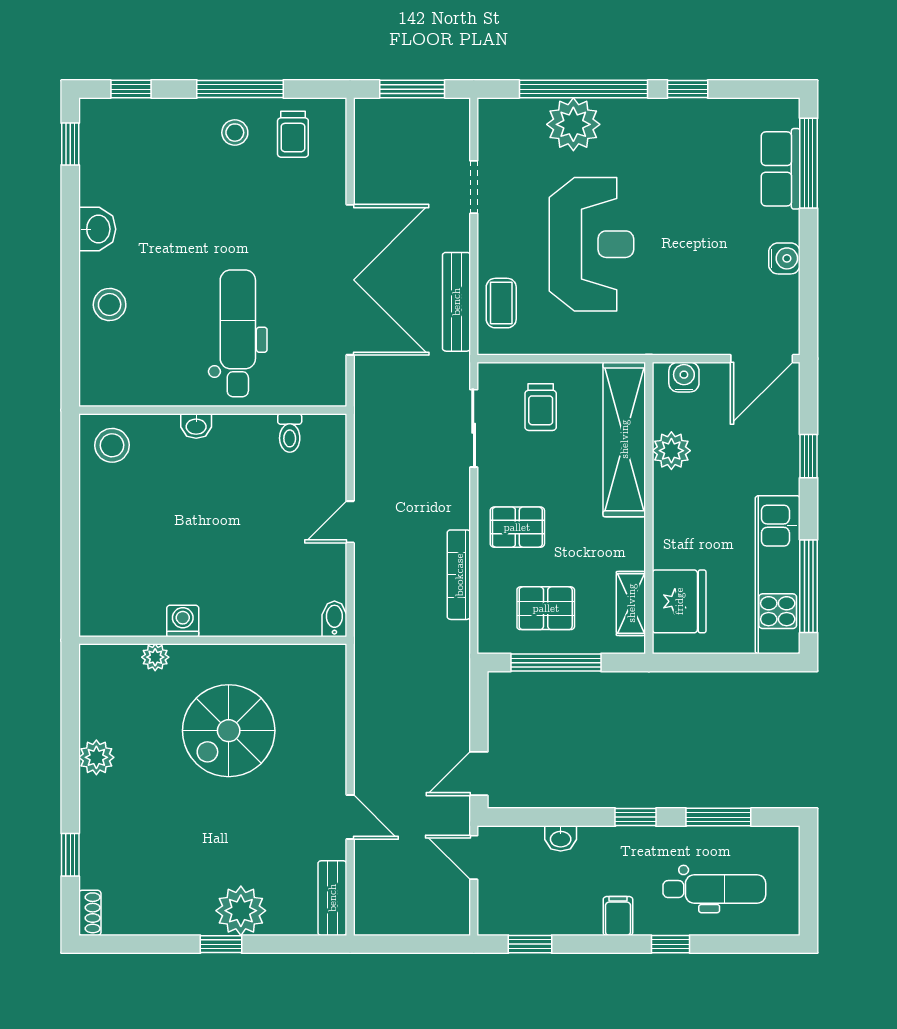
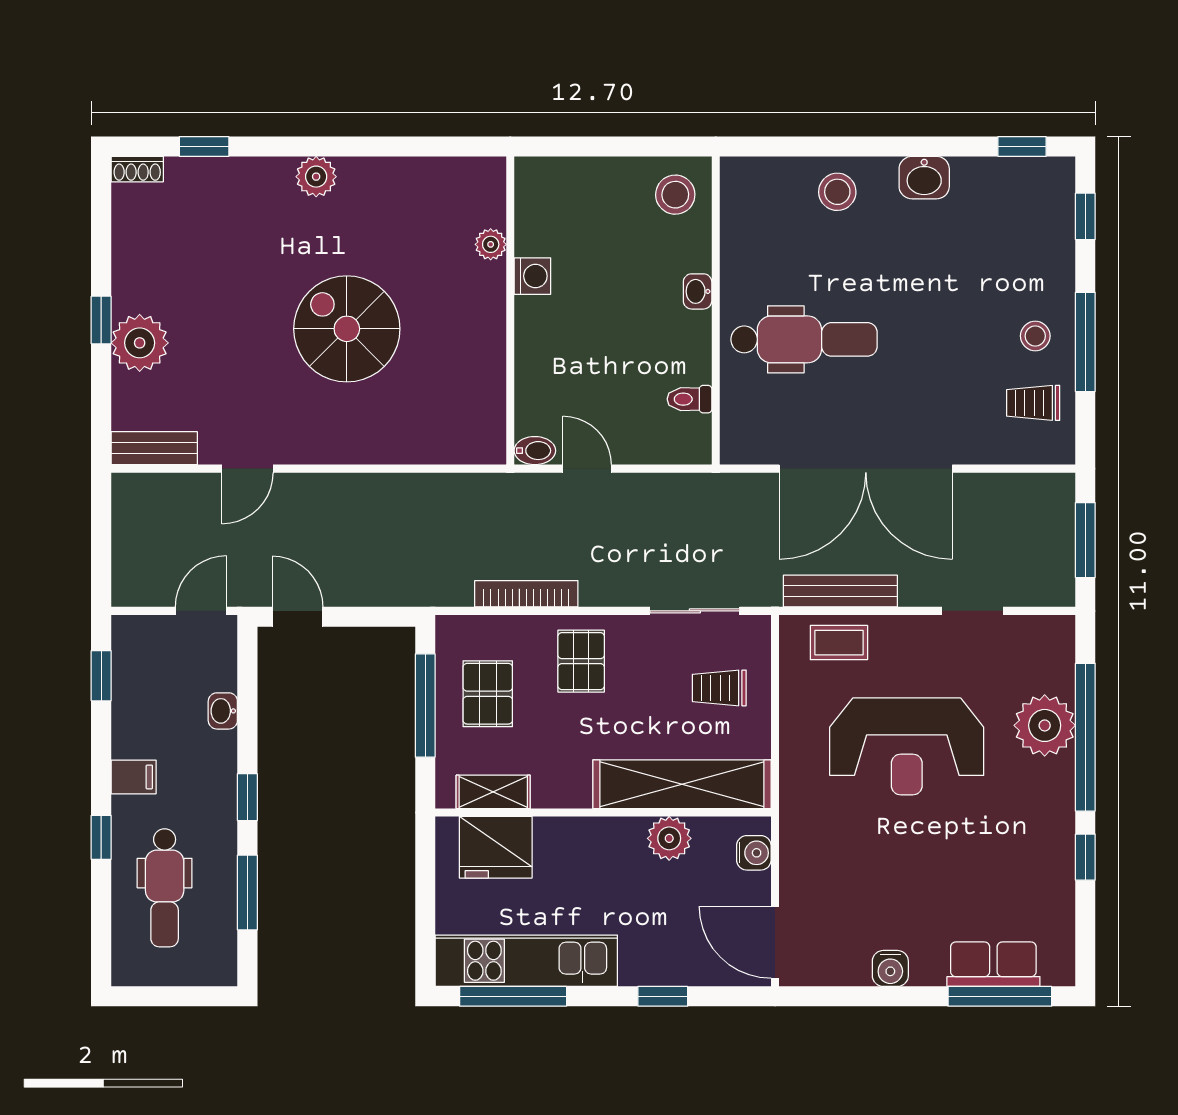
bidet: (334, 619) -> (535, 451), moved
washing machine: (183, 621) -> (532, 276), moved
wall: (213, 640) -> (510, 311), moved
plant: (155, 657) -> (491, 244), moved

